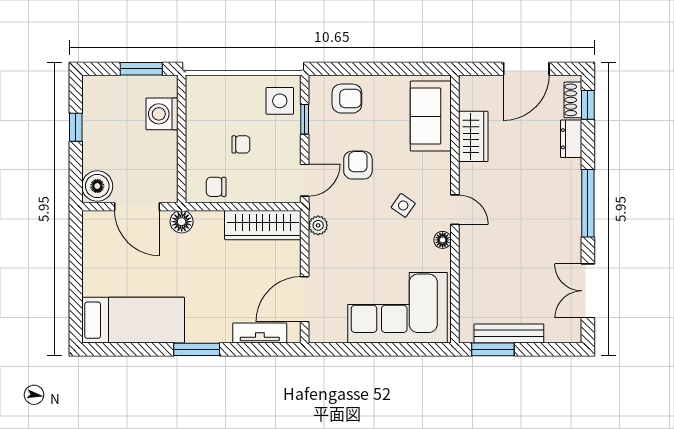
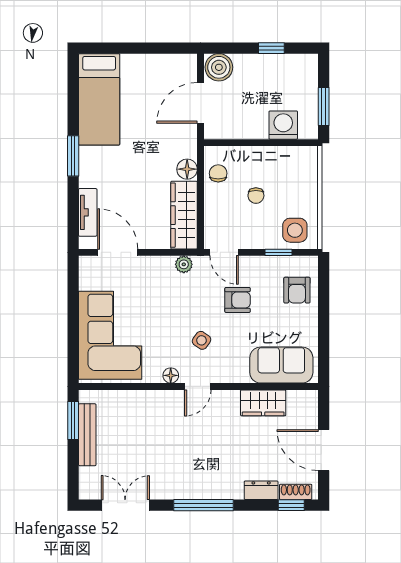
floor lamp: (182, 222) -> (187, 169), moved

